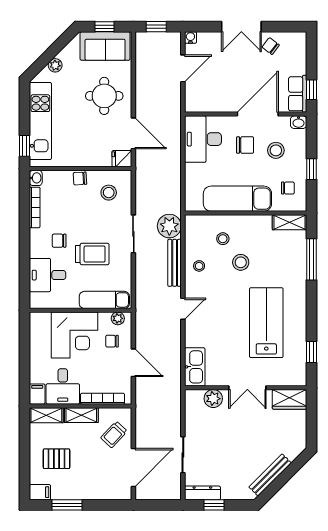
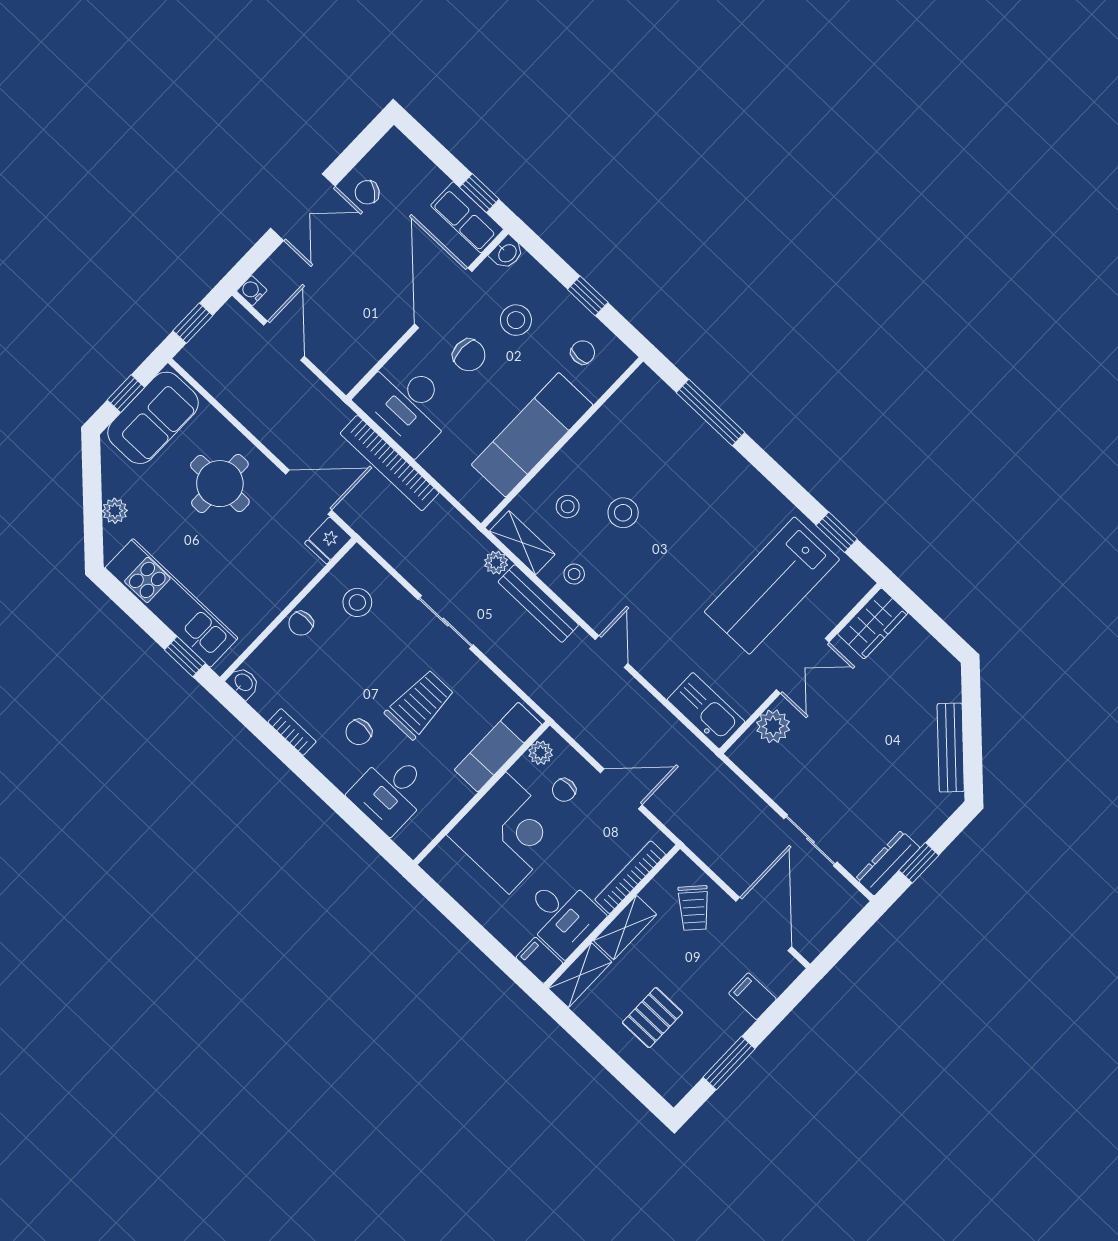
chair: (245, 145) -> (469, 355), turned 90
bookcase: (174, 154) -> (390, 463), added
bookcase: (35, 207) -> (292, 732), width x0.64
shelving: (290, 222) -> (522, 543), moved, turned 90
plant: (169, 226) -> (496, 563), width x0.53, depth x0.53
lab bench: (266, 323) -> (772, 586), moved, turned -90
filing cabinet: (40, 492) -> (752, 996), moved, turned -90

